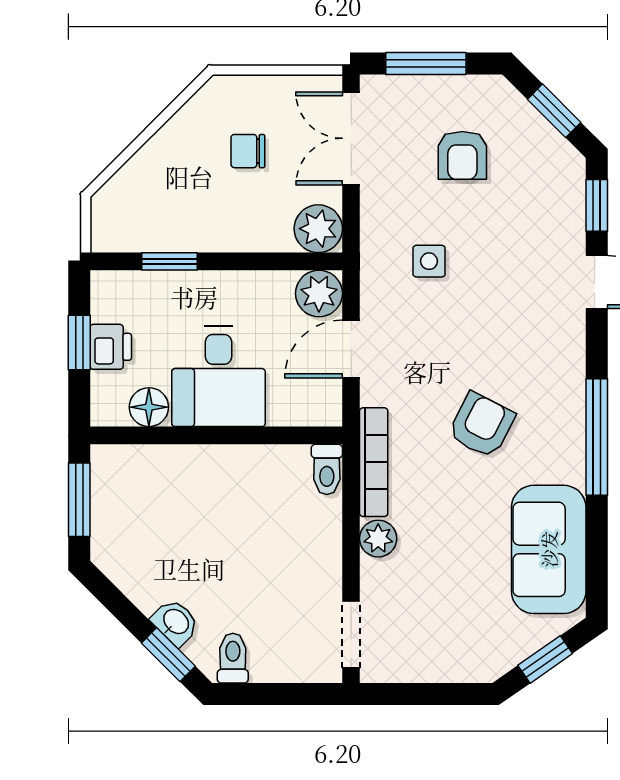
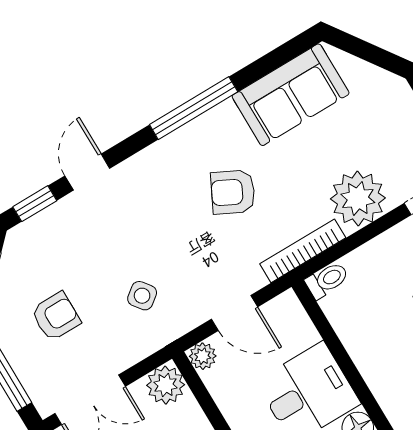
side table: (429, 261) -> (142, 296), turned -37
plant: (319, 293) -> (203, 356), width x0.73, depth x0.73
plant: (378, 539) -> (358, 198), width x1.87, depth x1.87
window: (545, 659) -> (368, 52), removed

